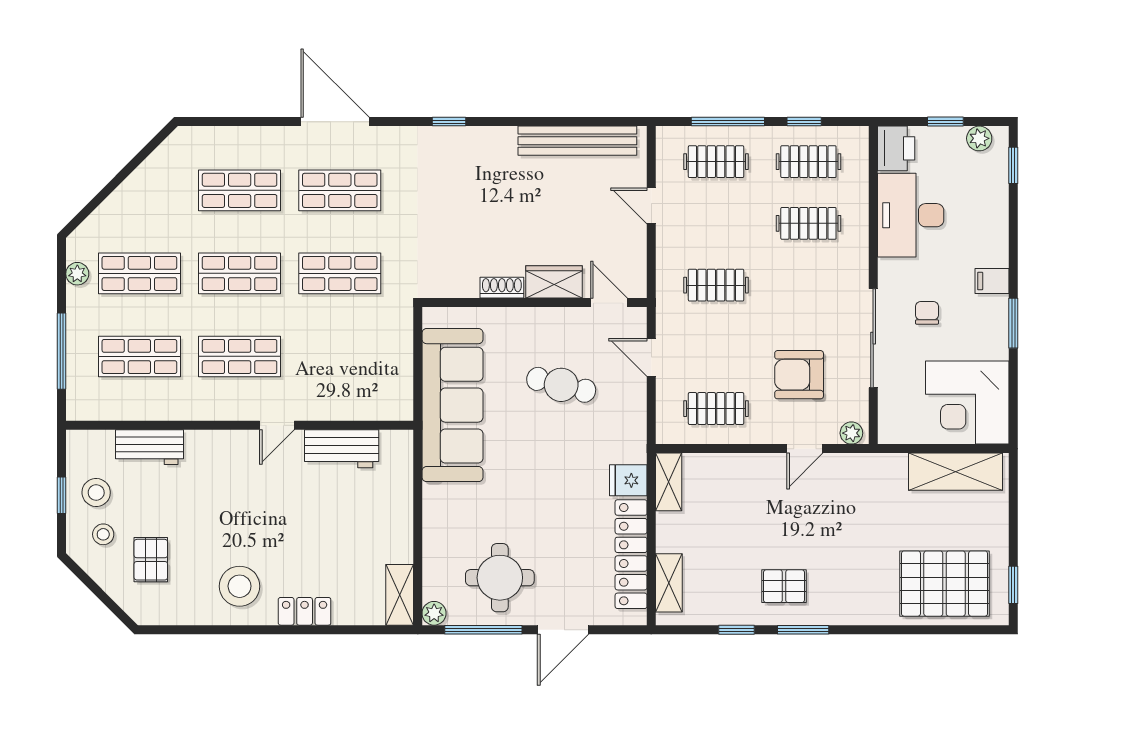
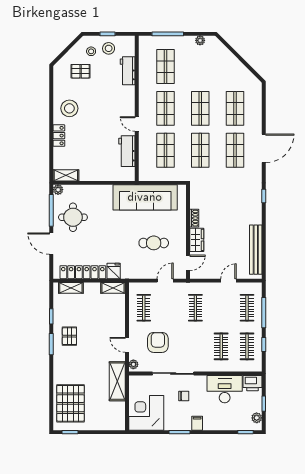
shop shelf: (139, 273) -> (165, 150), moved
cafe table: (561, 385) -> (154, 243), turned 76
shelving: (955, 472) -> (117, 381), moved

